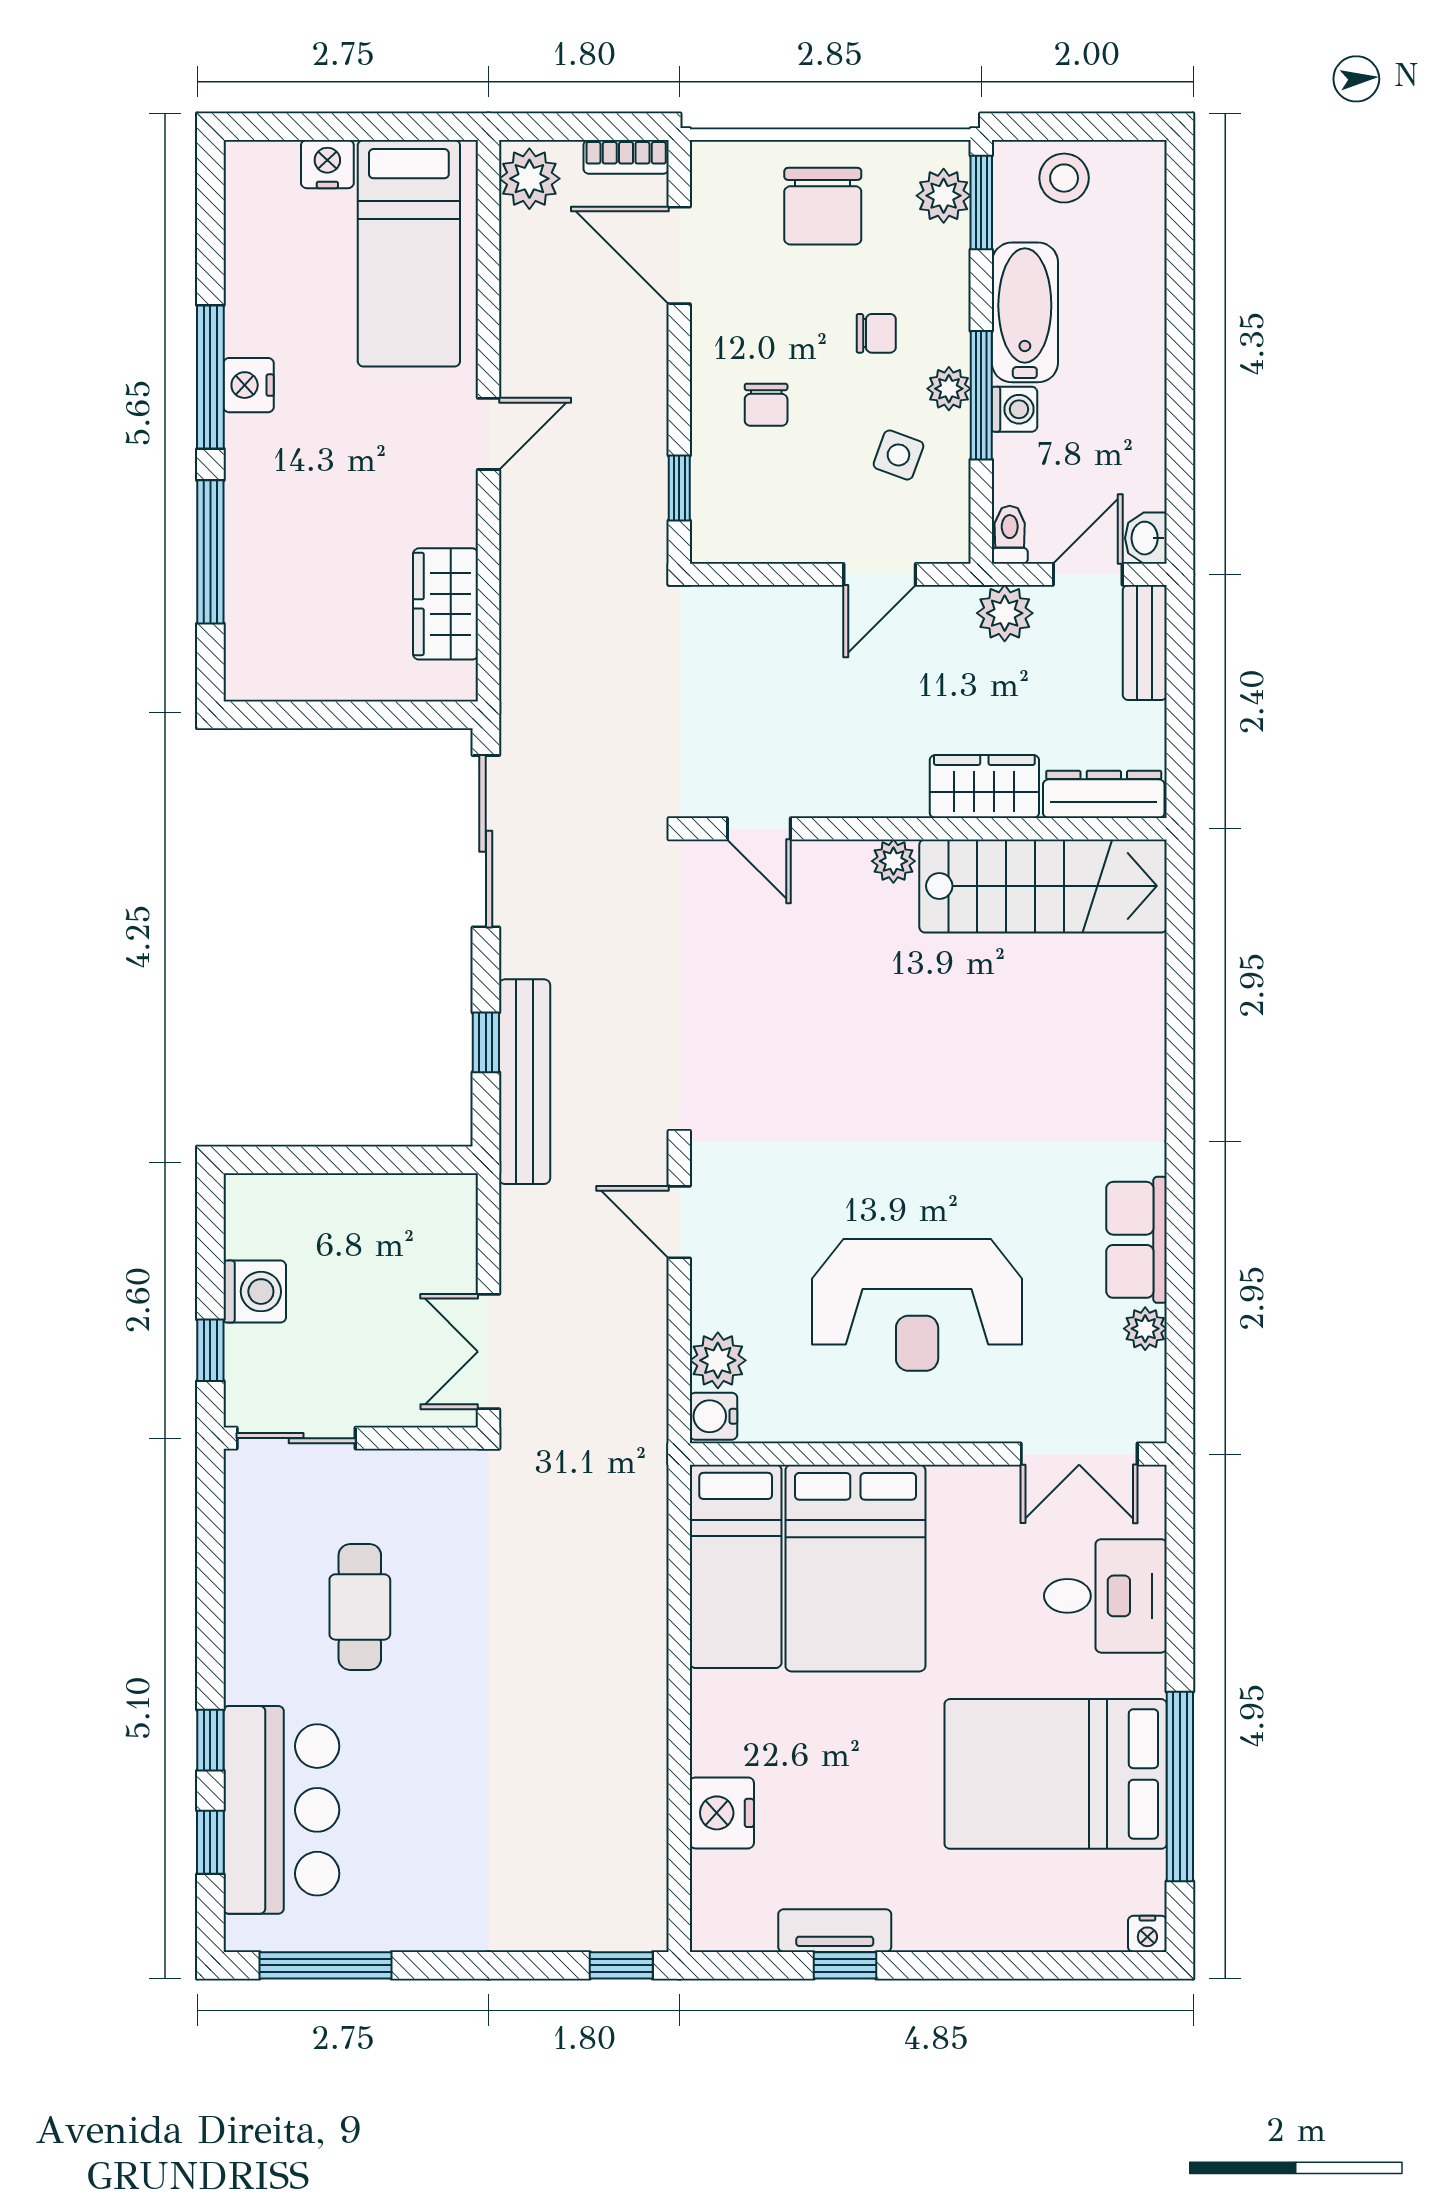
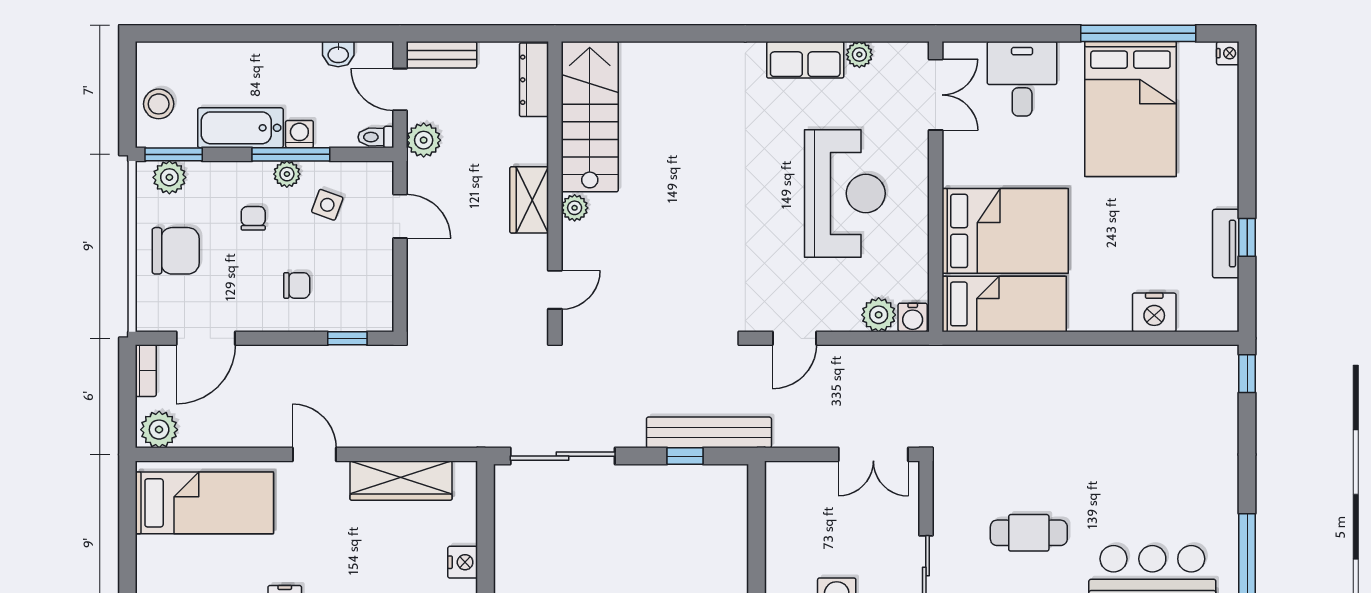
nightstand: (327, 164) -> (463, 562), moved, turned 180
washbasin: (1146, 538) -> (338, 54), moved
wardrobe: (446, 604) -> (401, 481), width x1.50
wardrobe: (984, 787) -> (529, 200), moved

